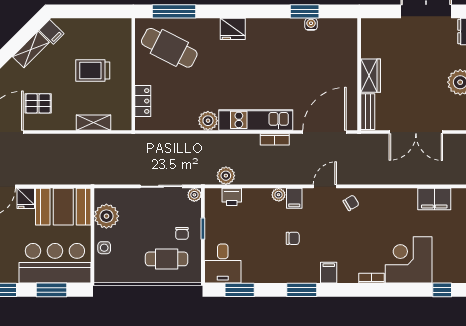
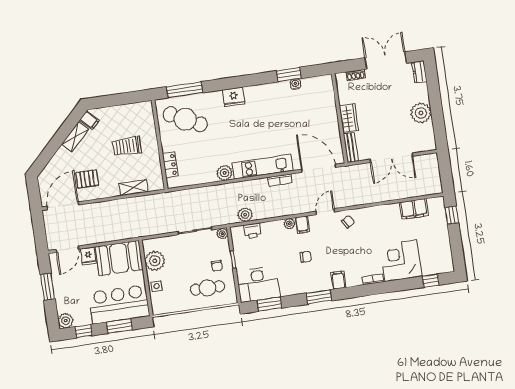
shoe rack: (387, 24) -> (356, 75), added
door: (324, 132) -> (319, 168), hinge flipped
desk: (223, 264) -> (258, 284), width x1.37

